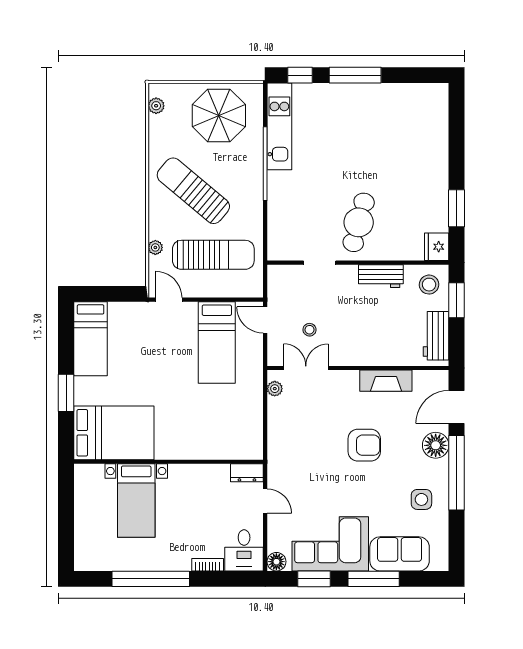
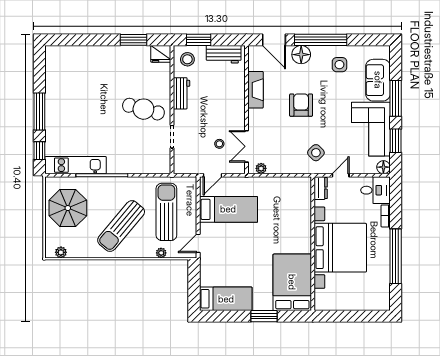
side table: (297, 466) -> (316, 153), added
bed with nightstands: (136, 500) -> (340, 248), width x1.85

